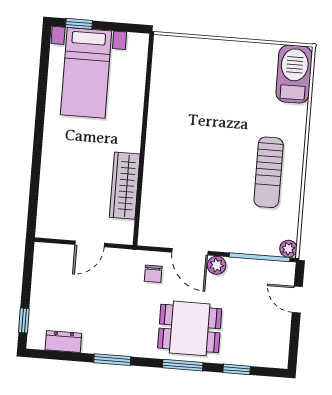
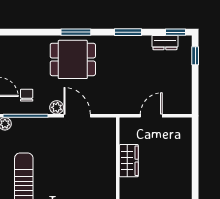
wardrobe: (125, 186) -> (129, 161), width x0.67
chair: (153, 274) -> (27, 95), moved
window: (237, 369) -> (175, 32), moved

